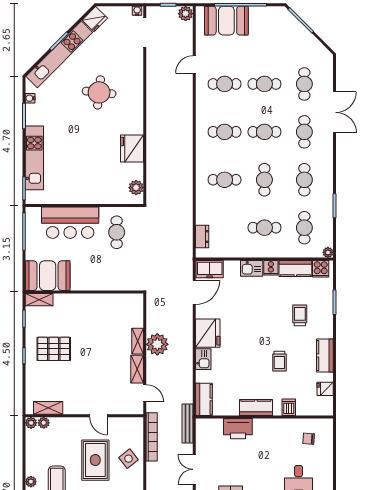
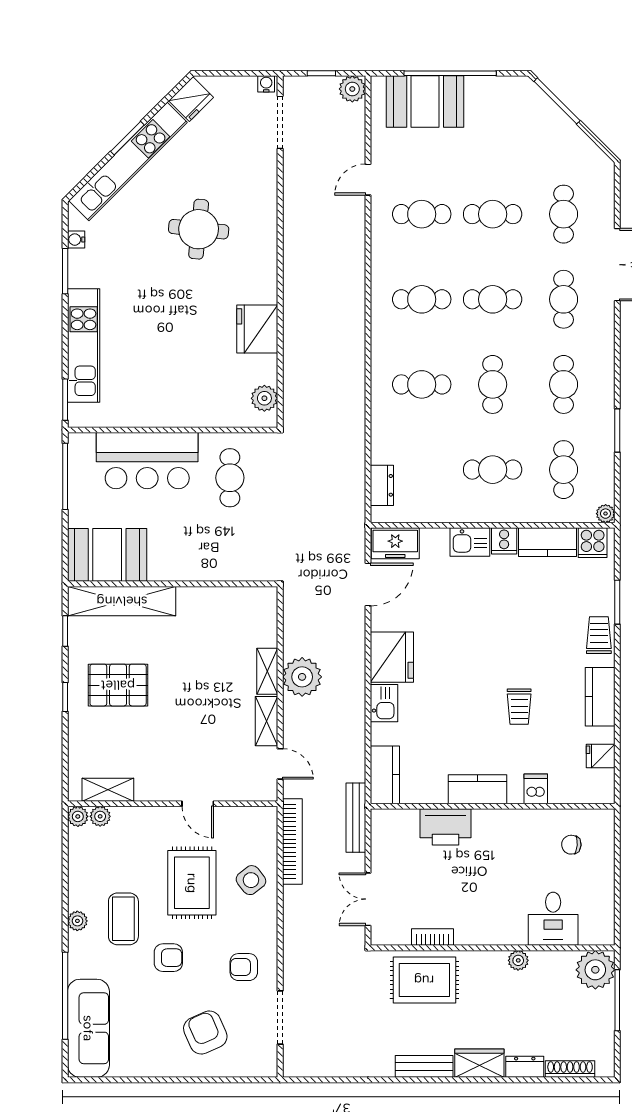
shelving: (39, 300) -> (122, 601), width x2.20, depth x1.33
trolley: (300, 315) -> (599, 635), moved

